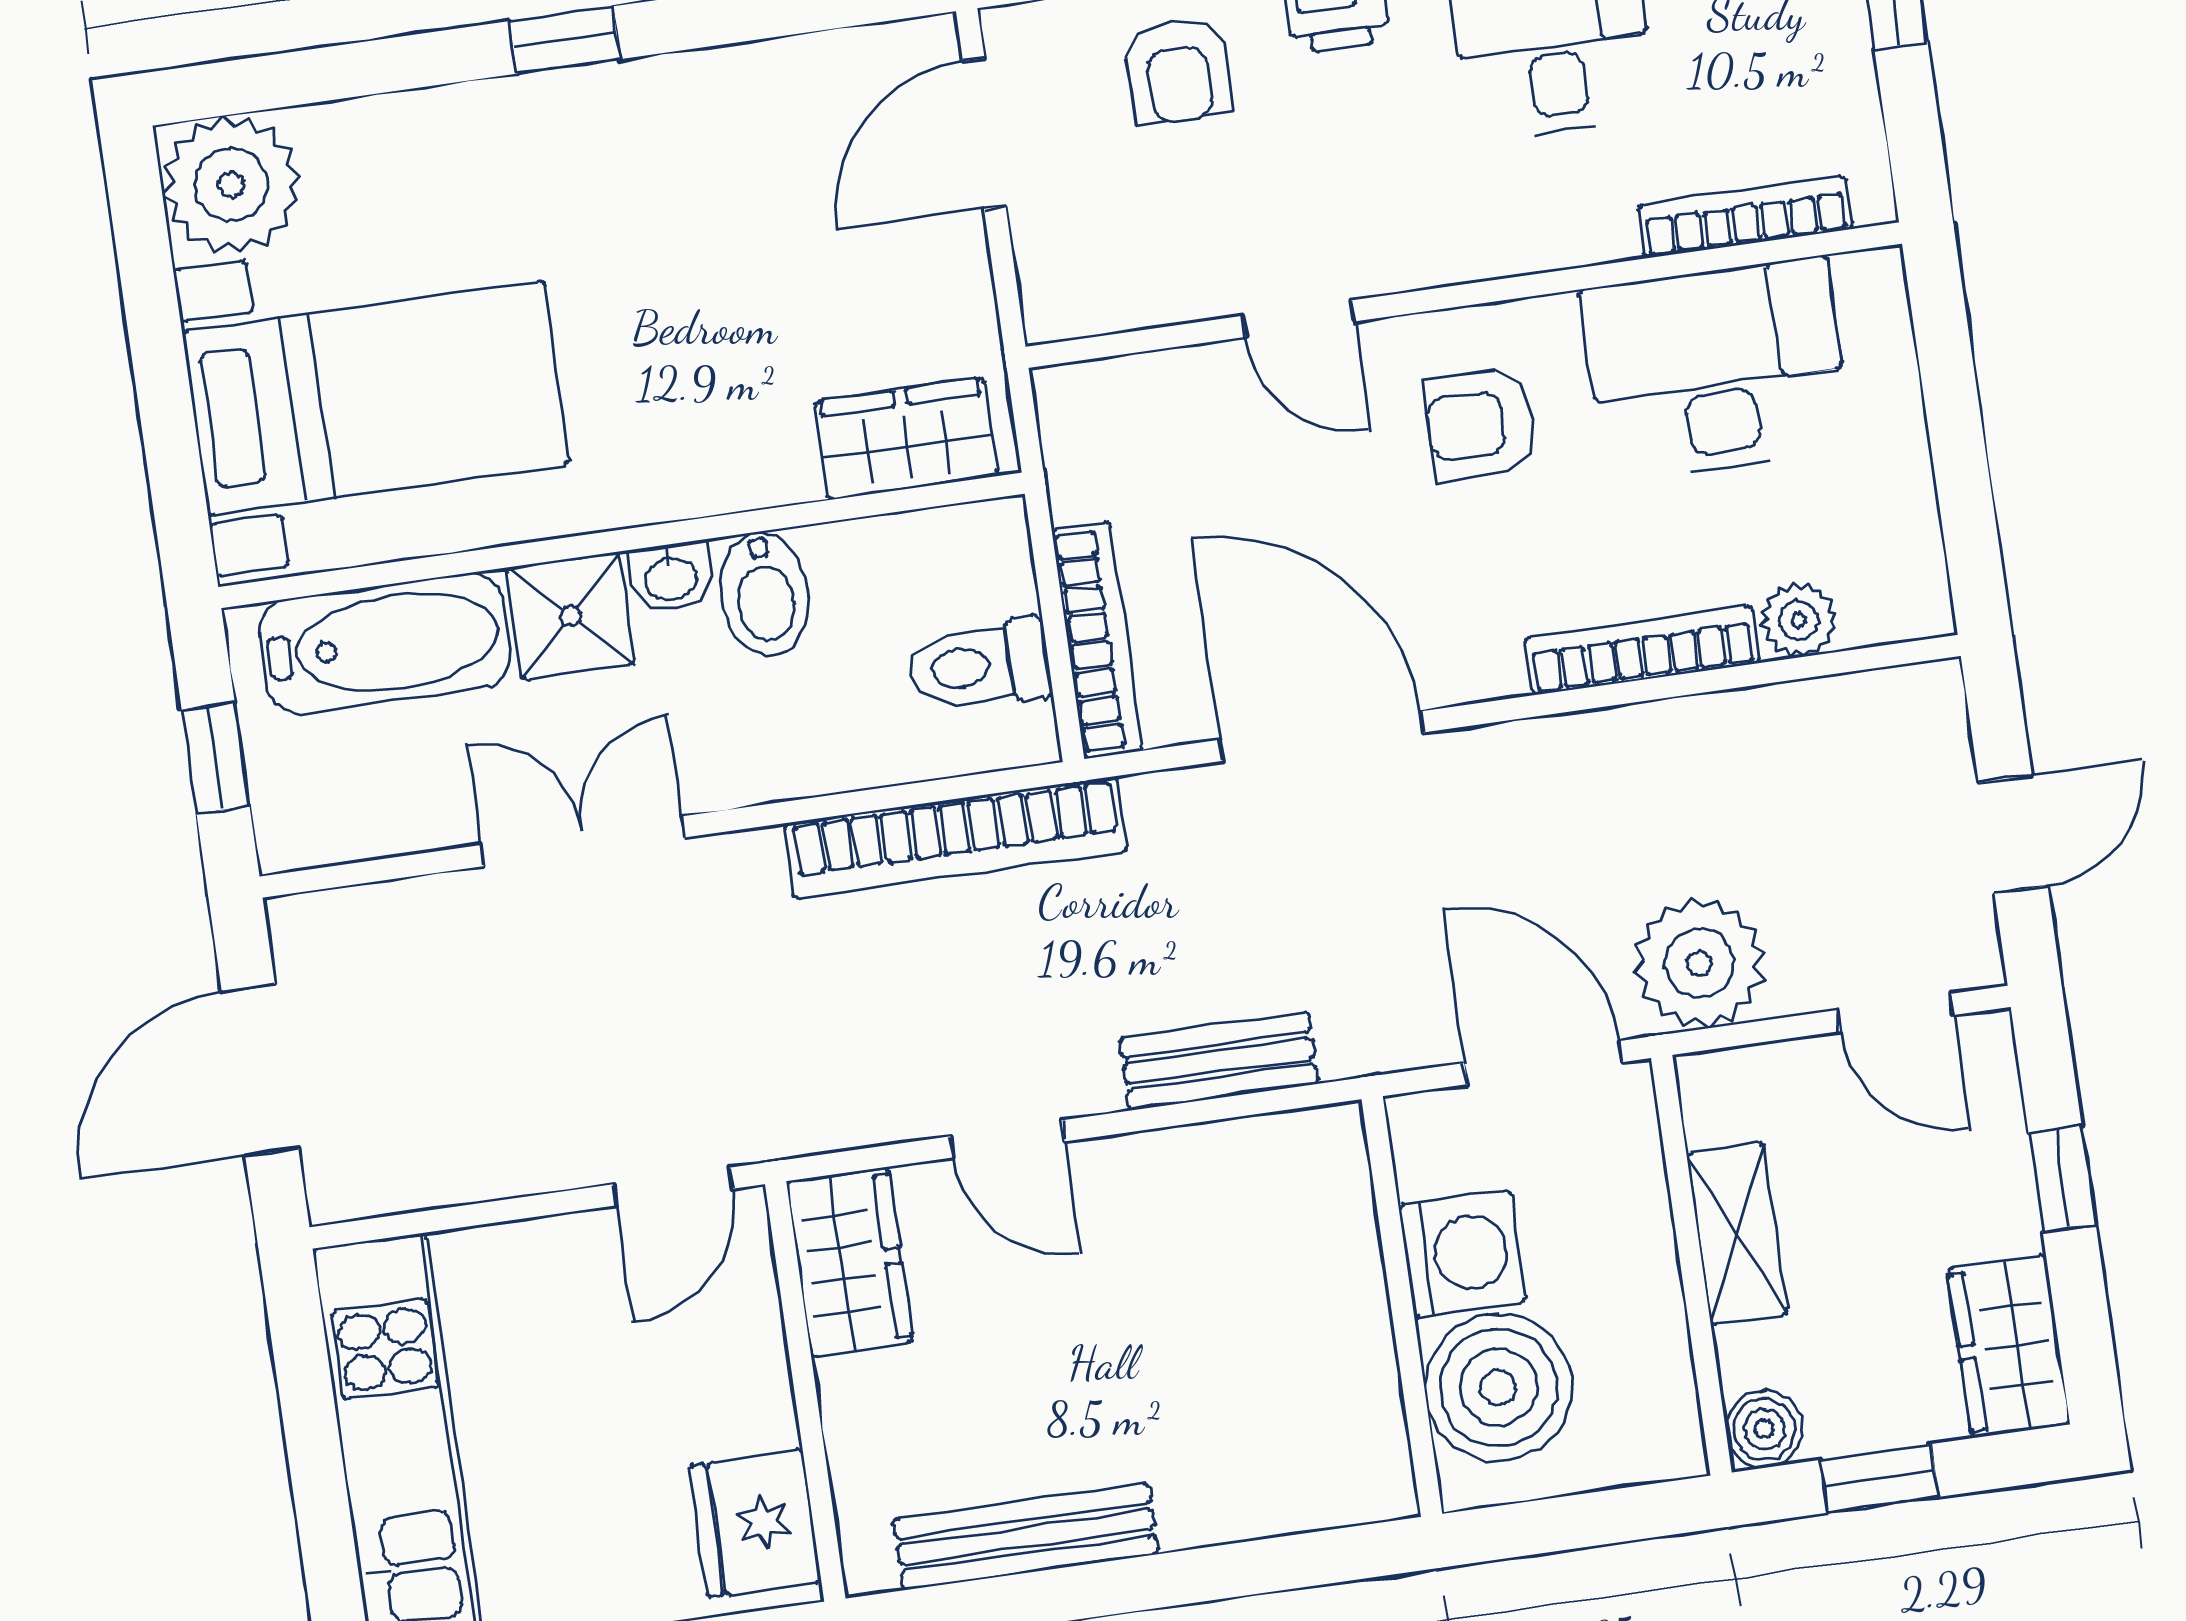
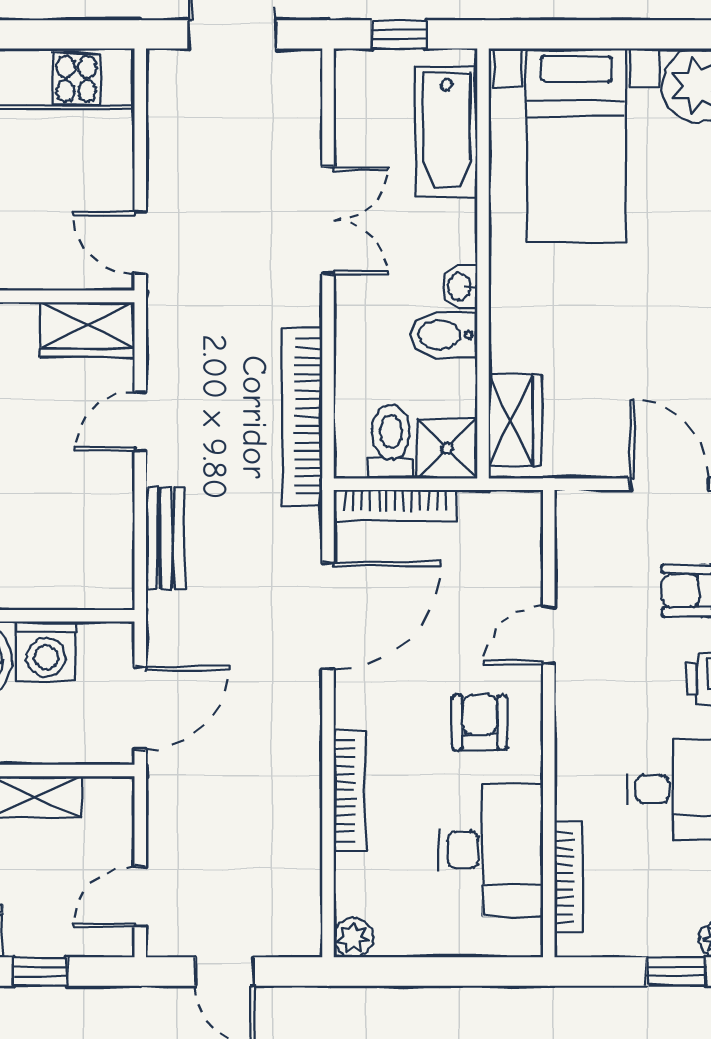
shower: (571, 616) -> (447, 448), moved
plant: (1799, 620) -> (353, 938), moved
plant: (1699, 963) -> (181, 797), removed

